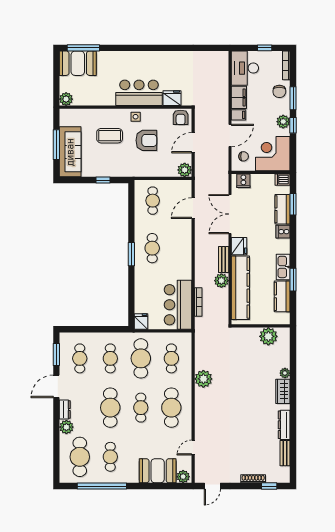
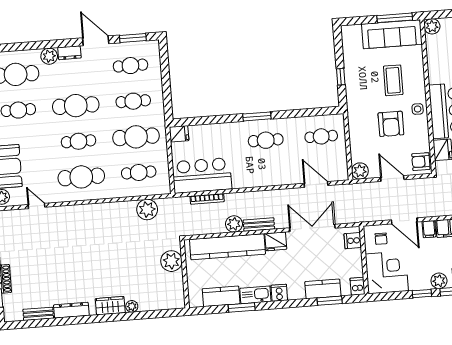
plant: (283, 122) -> (439, 281), moved
window: (56, 145) -> (395, 18), moved
sofa: (70, 152) -> (392, 34), moved
cooker: (283, 232) -> (279, 293), moved
plant: (268, 336) -> (171, 261), moved
plant: (203, 379) -> (147, 209), moved

